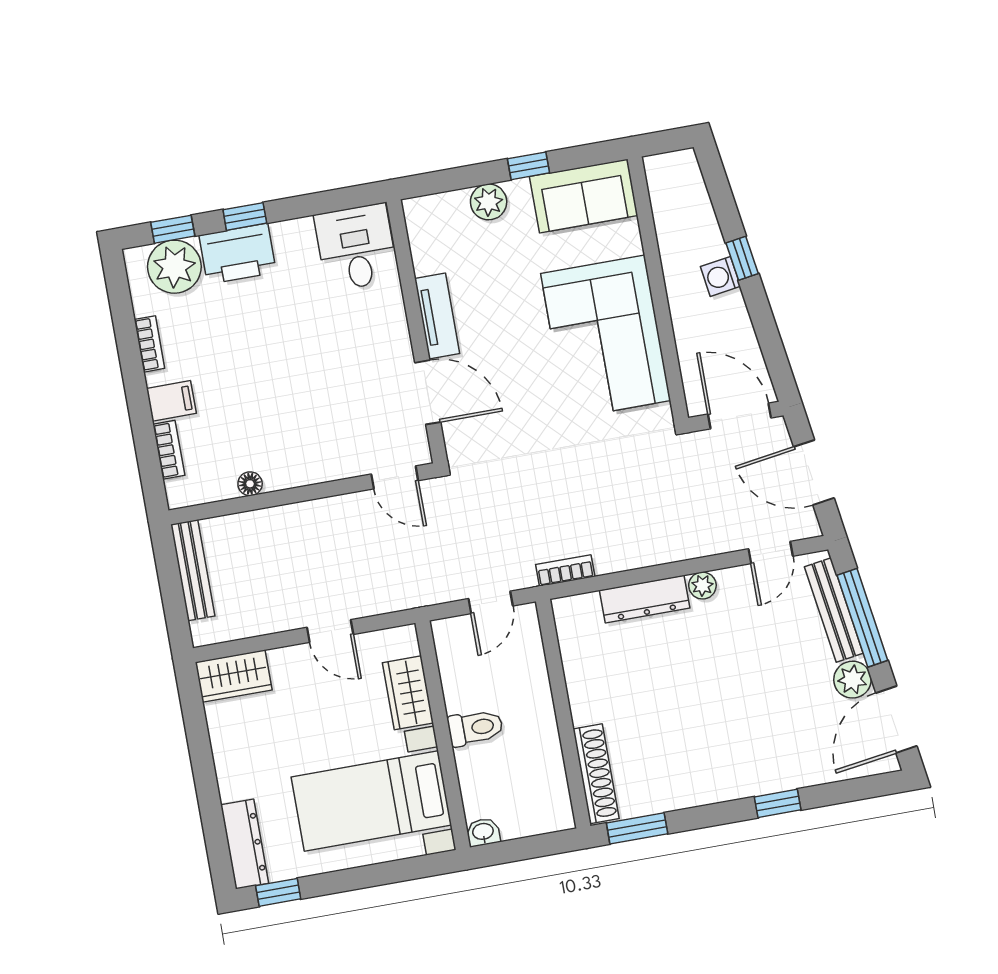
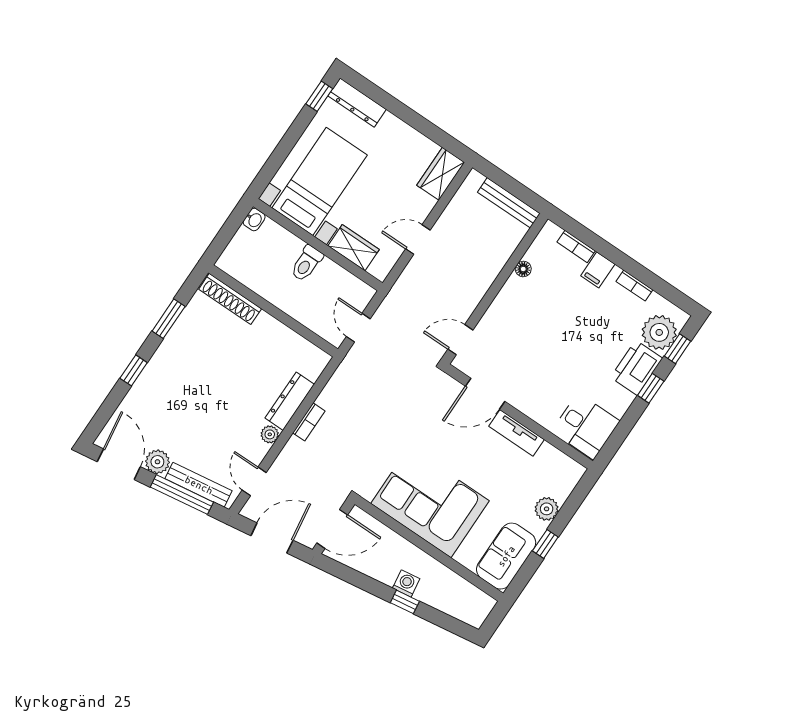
bookcase: (565, 571) -> (309, 422), moved
window: (637, 828) -> (169, 319), moved

